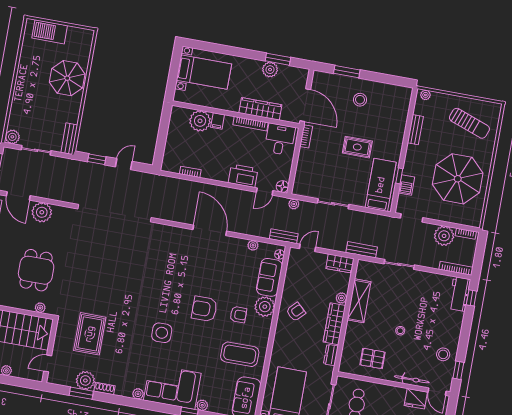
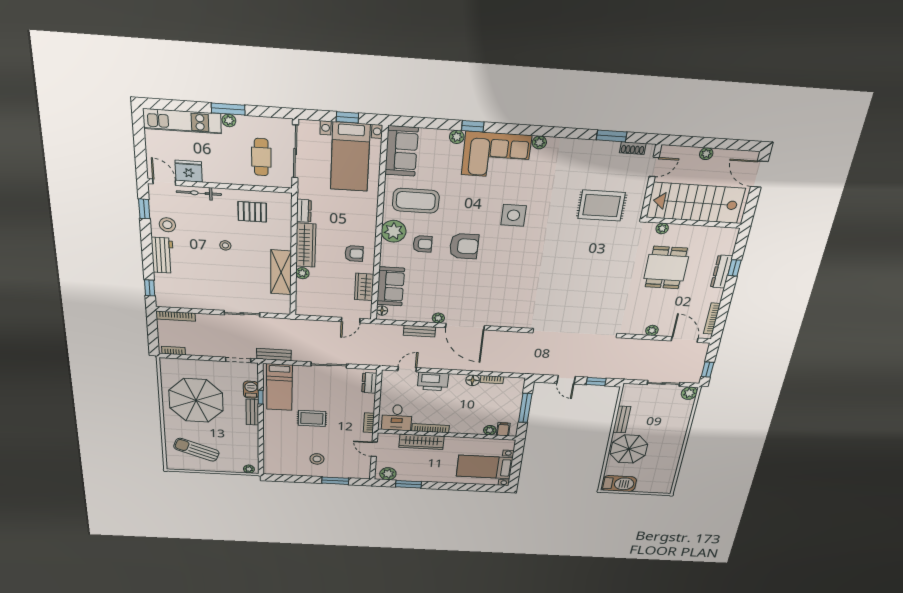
barbecue: (50, 32) -> (619, 484), moved
plant: (270, 70) -> (388, 474), moved
door: (305, 105) -> (374, 449), width x0.53
plant: (200, 121) -> (490, 430), width x0.53, depth x0.53
filing cabinet: (218, 121) -> (503, 429), moved
bench: (415, 130) -> (252, 412), moved
window: (162, 137) -> (525, 408), added
bench: (69, 139) -> (622, 419), moved
door: (124, 164) -> (566, 380), hinge flipped
dresser: (300, 180) -> (369, 383), added
floor lamp: (282, 187) -> (473, 380), moved
plant: (294, 204) -> (373, 361), removed
plant: (42, 212) -> (652, 330), width x0.53, depth x0.53
bench: (284, 236) -> (419, 331), moved
plant: (444, 236) -> (197, 346), removed
plant: (253, 245) -> (438, 318), moved
bench: (362, 250) -> (274, 355), moved
wardrobe: (340, 263) -> (364, 287), moved, turned -90
workbench: (459, 294) -> (163, 255), moved
plant: (265, 307) -> (394, 231), moved
armchair: (296, 312) -> (354, 254), turned -134
armchair: (238, 315) -> (423, 244), turned 180
rug: (90, 334) -> (602, 206), turned 90
plant: (85, 380) -> (607, 152), removed
shoe rack: (105, 388) -> (633, 148), moved

